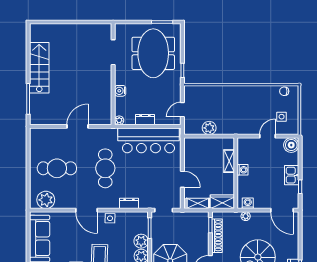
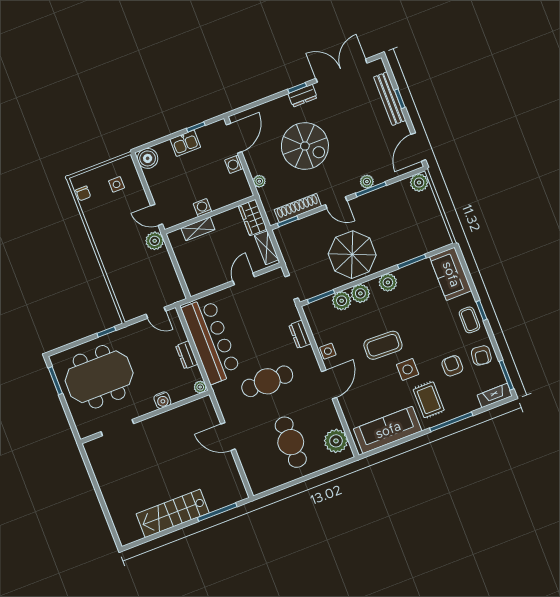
plant: (209, 128) -> (155, 241), moved
door: (267, 136) -> (157, 215), moved
washing machine: (248, 203) -> (234, 164), moved

